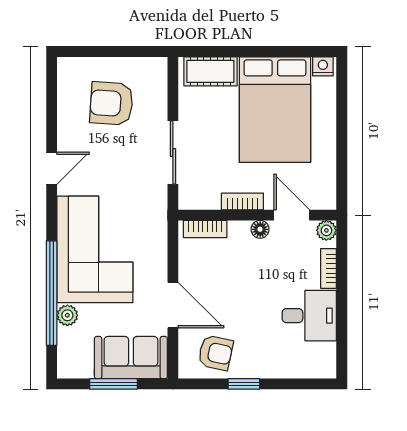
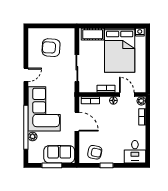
door: (173, 305) -> (77, 122), moved
desk: (309, 316) -> (135, 152), moved, turned 90

